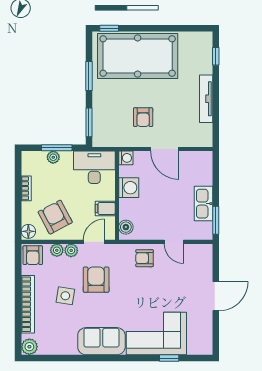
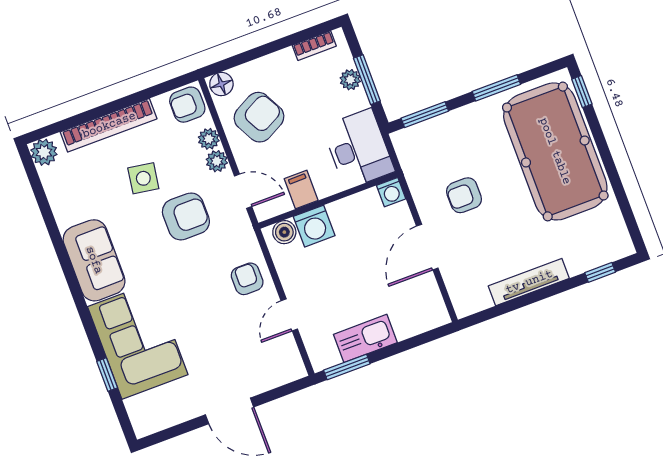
bookcase: (26, 188) -> (314, 46), moved
washing machine: (129, 188) -> (314, 226), moved

